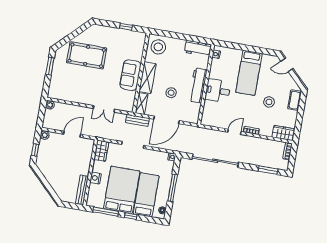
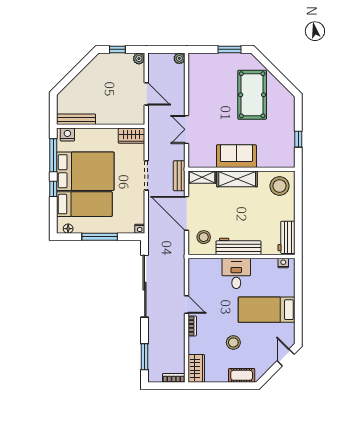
stool: (171, 93) -> (204, 237), moved
nightstand: (96, 178) -> (67, 134), moved

